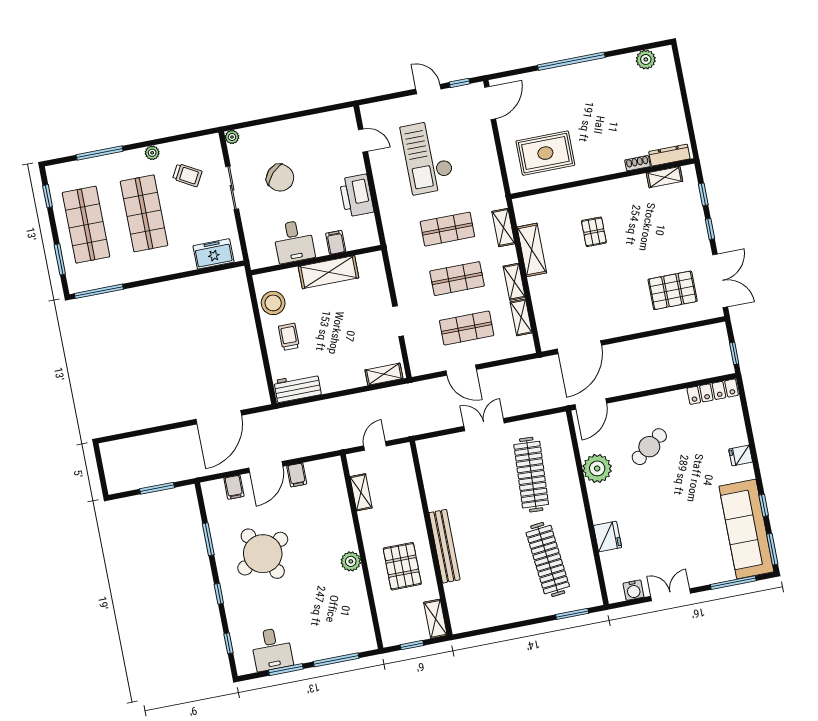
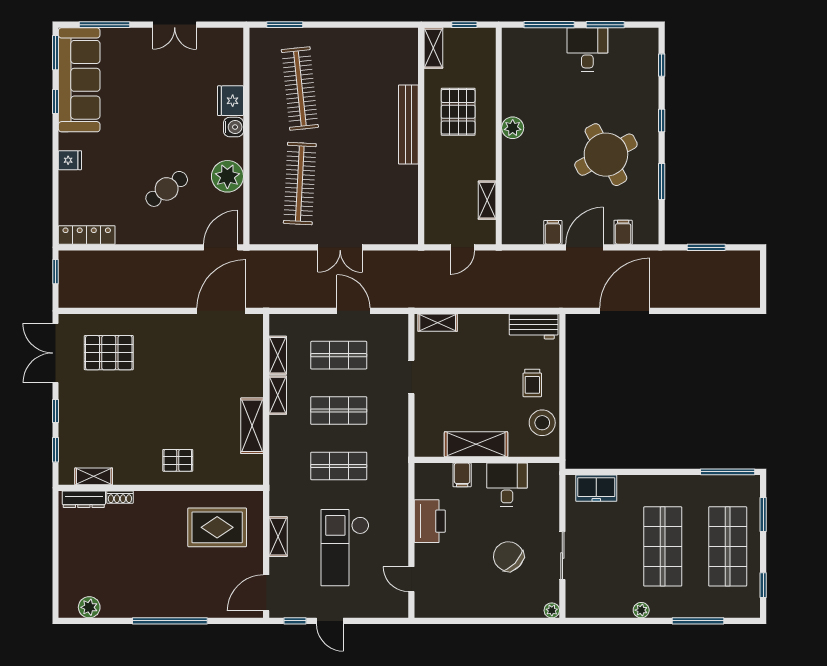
checkout: (428, 157) -> (345, 548), turned 180
trolley: (187, 175) -> (608, 579), removed
shelving: (503, 228) -> (278, 537), moved
pallet: (594, 232) -> (178, 460), moved, turned 90
water cooler: (633, 590) -> (234, 127), moved, turned 90
desk: (272, 649) -> (587, 50), moved

